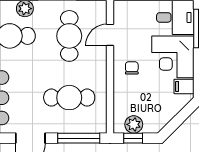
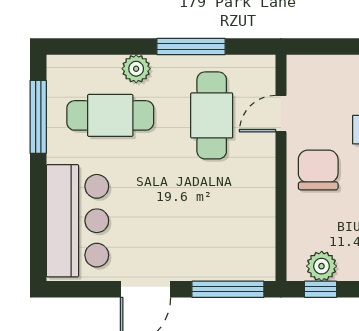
chair: (132, 68) -> (318, 170), width x1.87, depth x1.87
cafe table: (69, 98) -> (212, 220), removed

